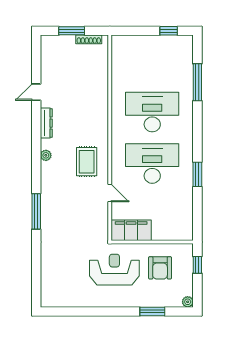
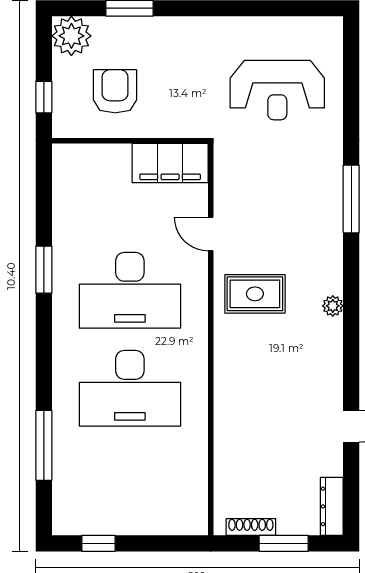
dresser: (46, 123) -> (332, 506), moved
rug: (87, 162) -> (255, 294), turned 90
reception desk: (114, 270) -> (277, 90), moved
plant: (188, 302) -> (71, 36), width x1.88, depth x1.88

